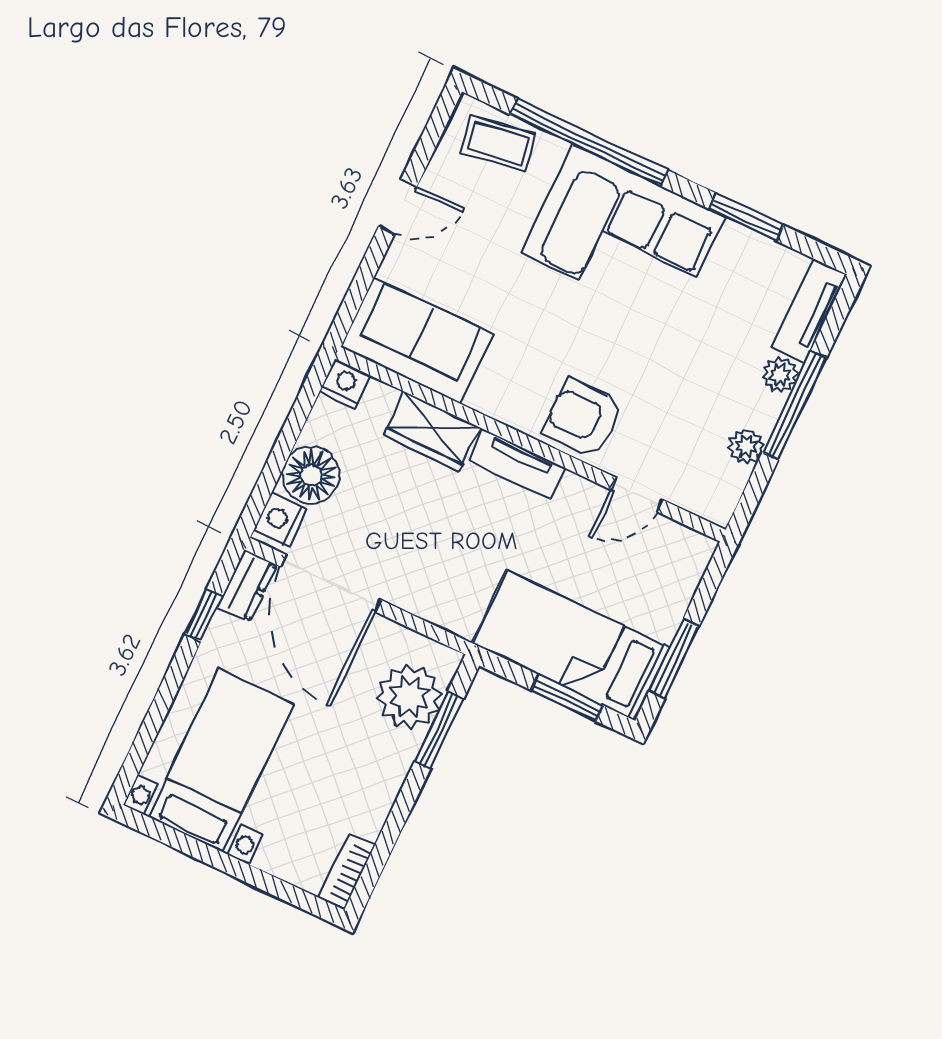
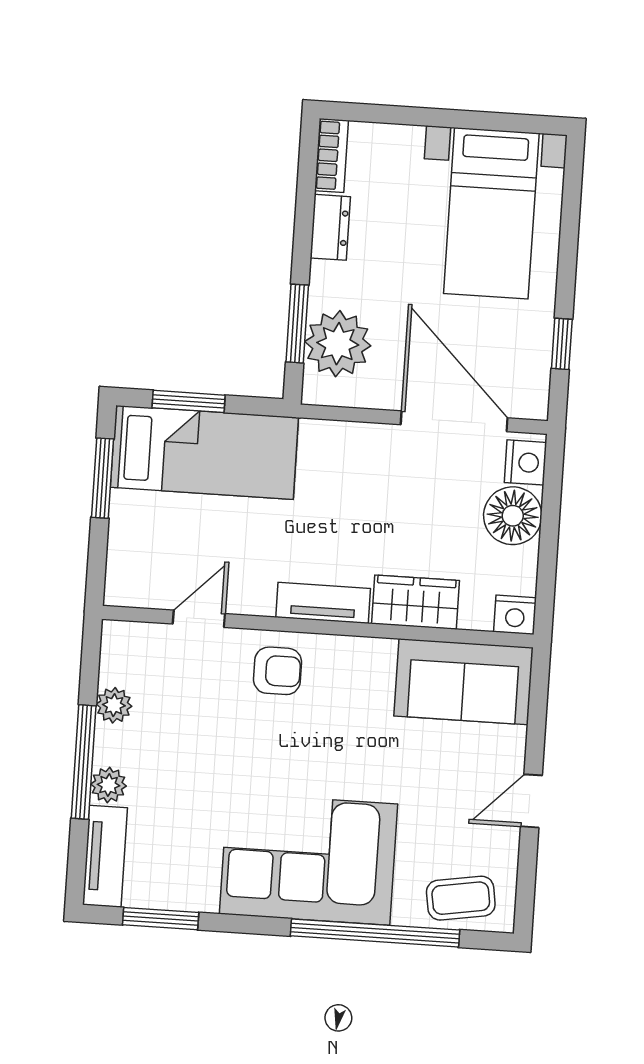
window: (746, 217) -> (161, 919), moved
armchair: (583, 418) -> (278, 671), width x0.72, depth x0.72
dresser: (247, 585) -> (330, 227), moved, turned 180

